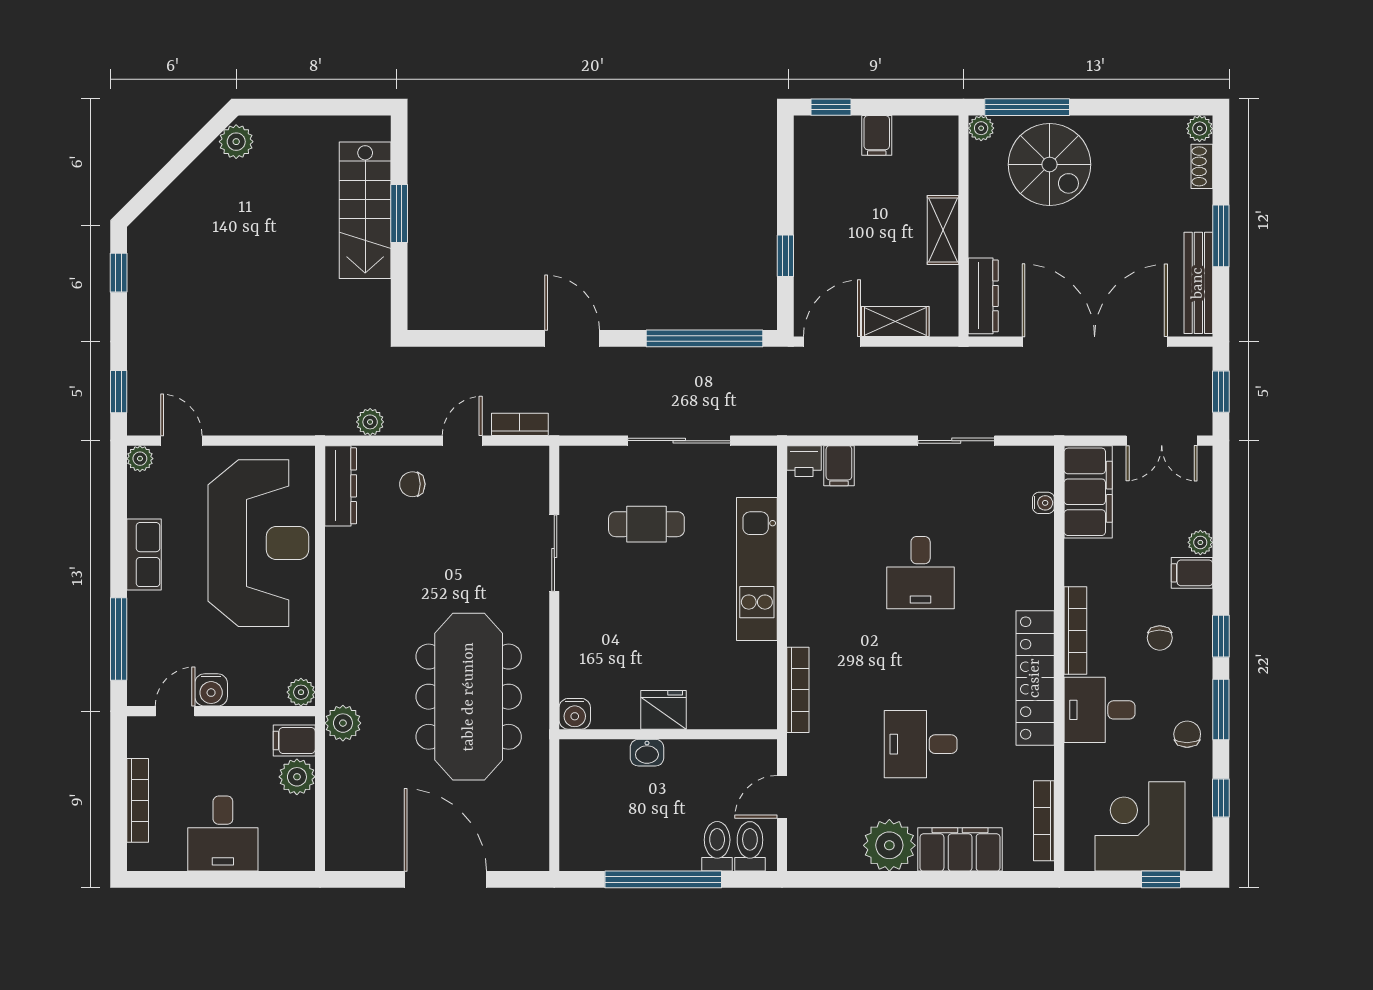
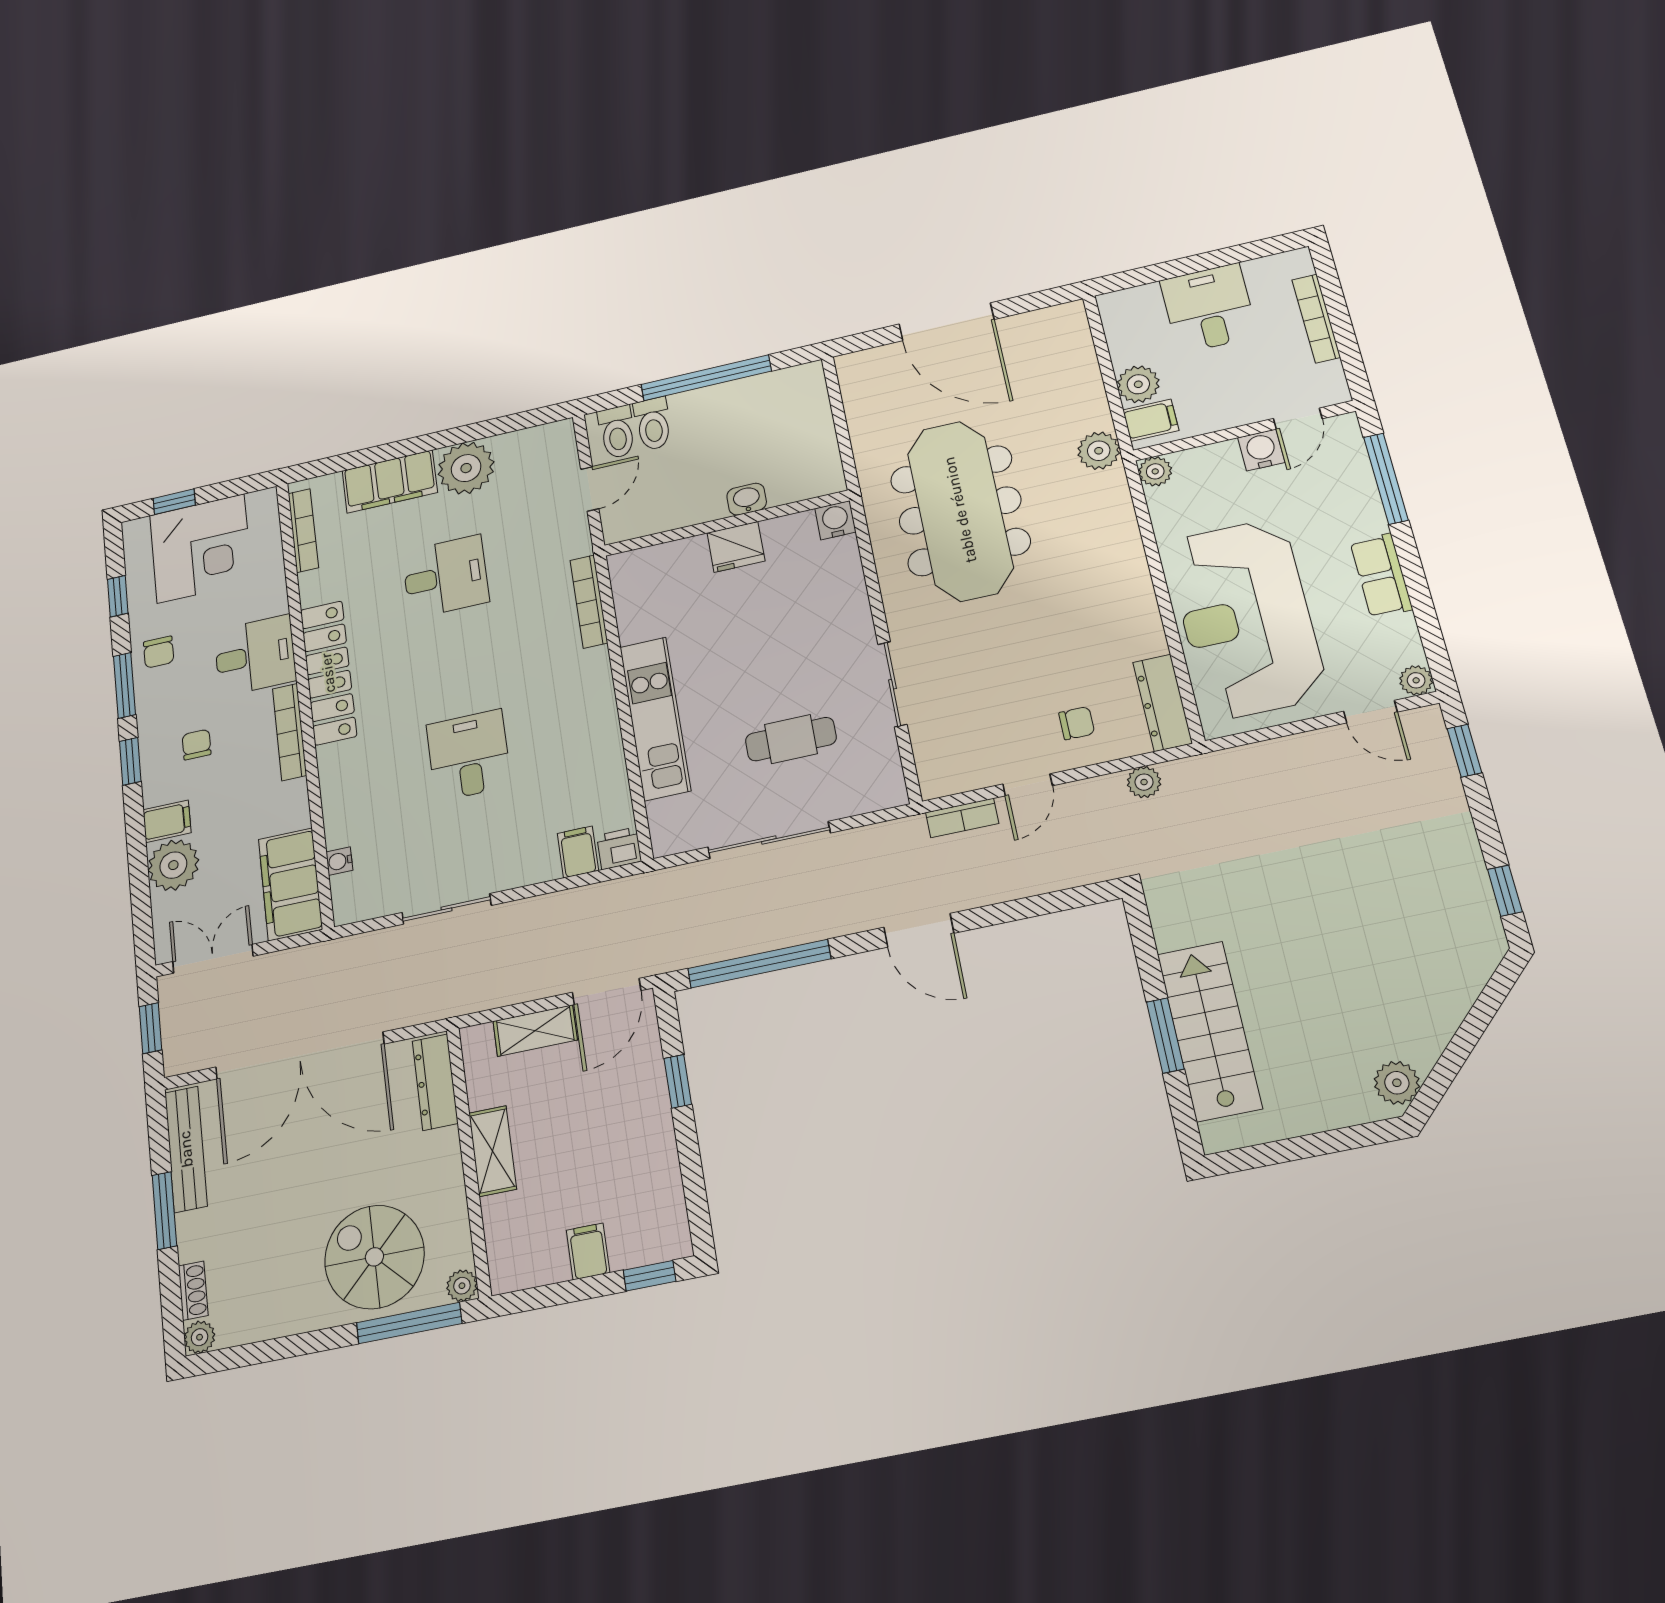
plant: (1200, 542) -> (173, 865), width x1.88, depth x1.88

